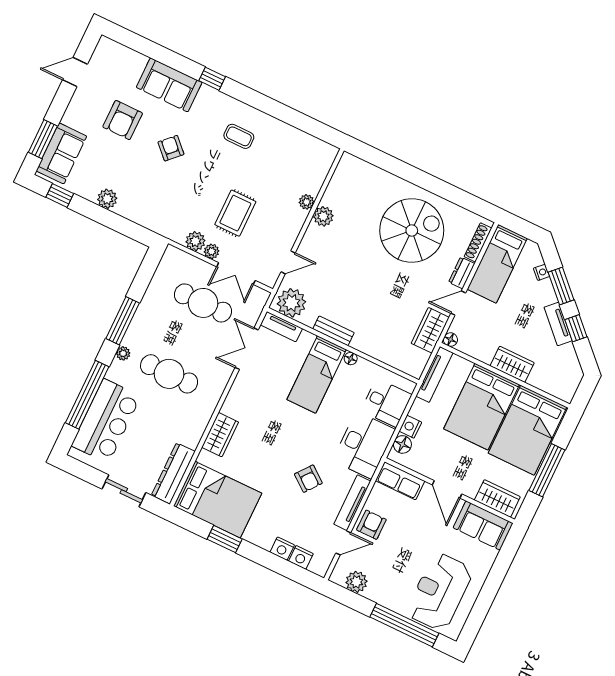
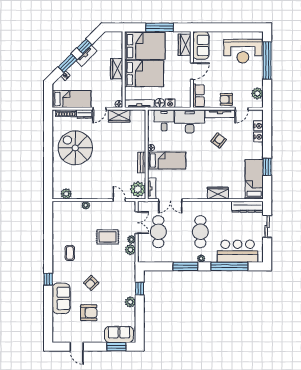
window: (60, 195) -> (140, 289), moved
plant: (323, 216) -> (66, 194), moved
door: (458, 303) -> (99, 109), hinge flipped
floor lamp: (402, 444) -> (160, 103), moved
bed: (218, 500) -> (254, 179), width x0.67
door: (343, 543) -> (242, 109), swing flipped

